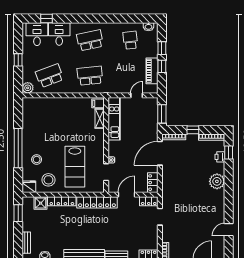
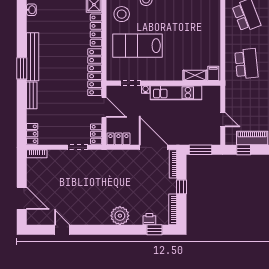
window: (162, 66) -> (244, 150), moved
kitchen unit: (114, 119) -> (176, 93), moved

